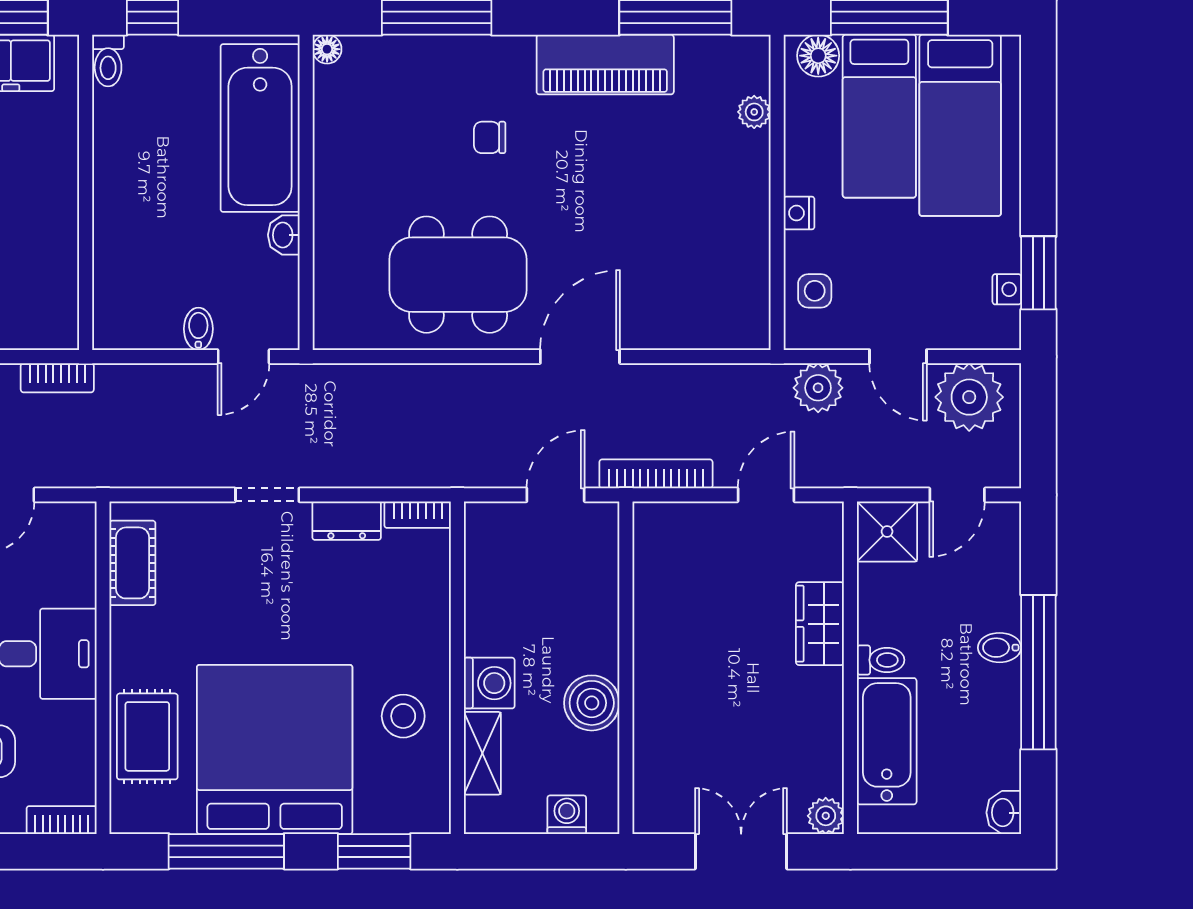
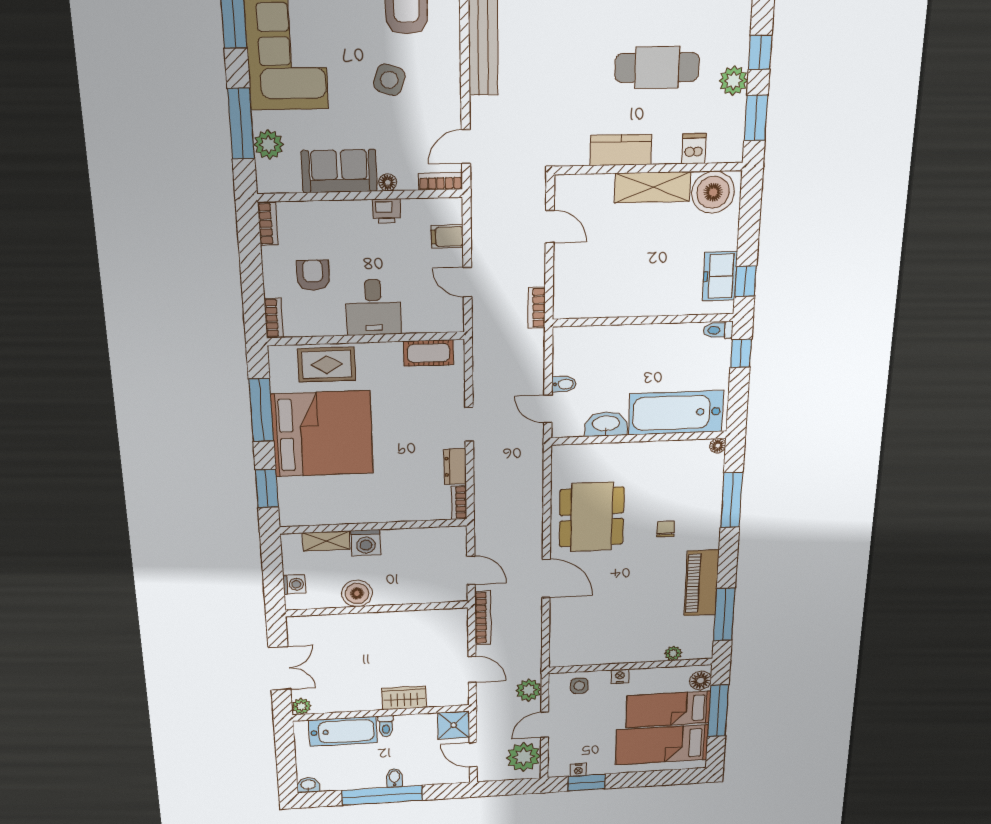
washbasin: (284, 235) -> (606, 424), width x1.91, depth x1.45
stool: (403, 716) -> (345, 500), removed

